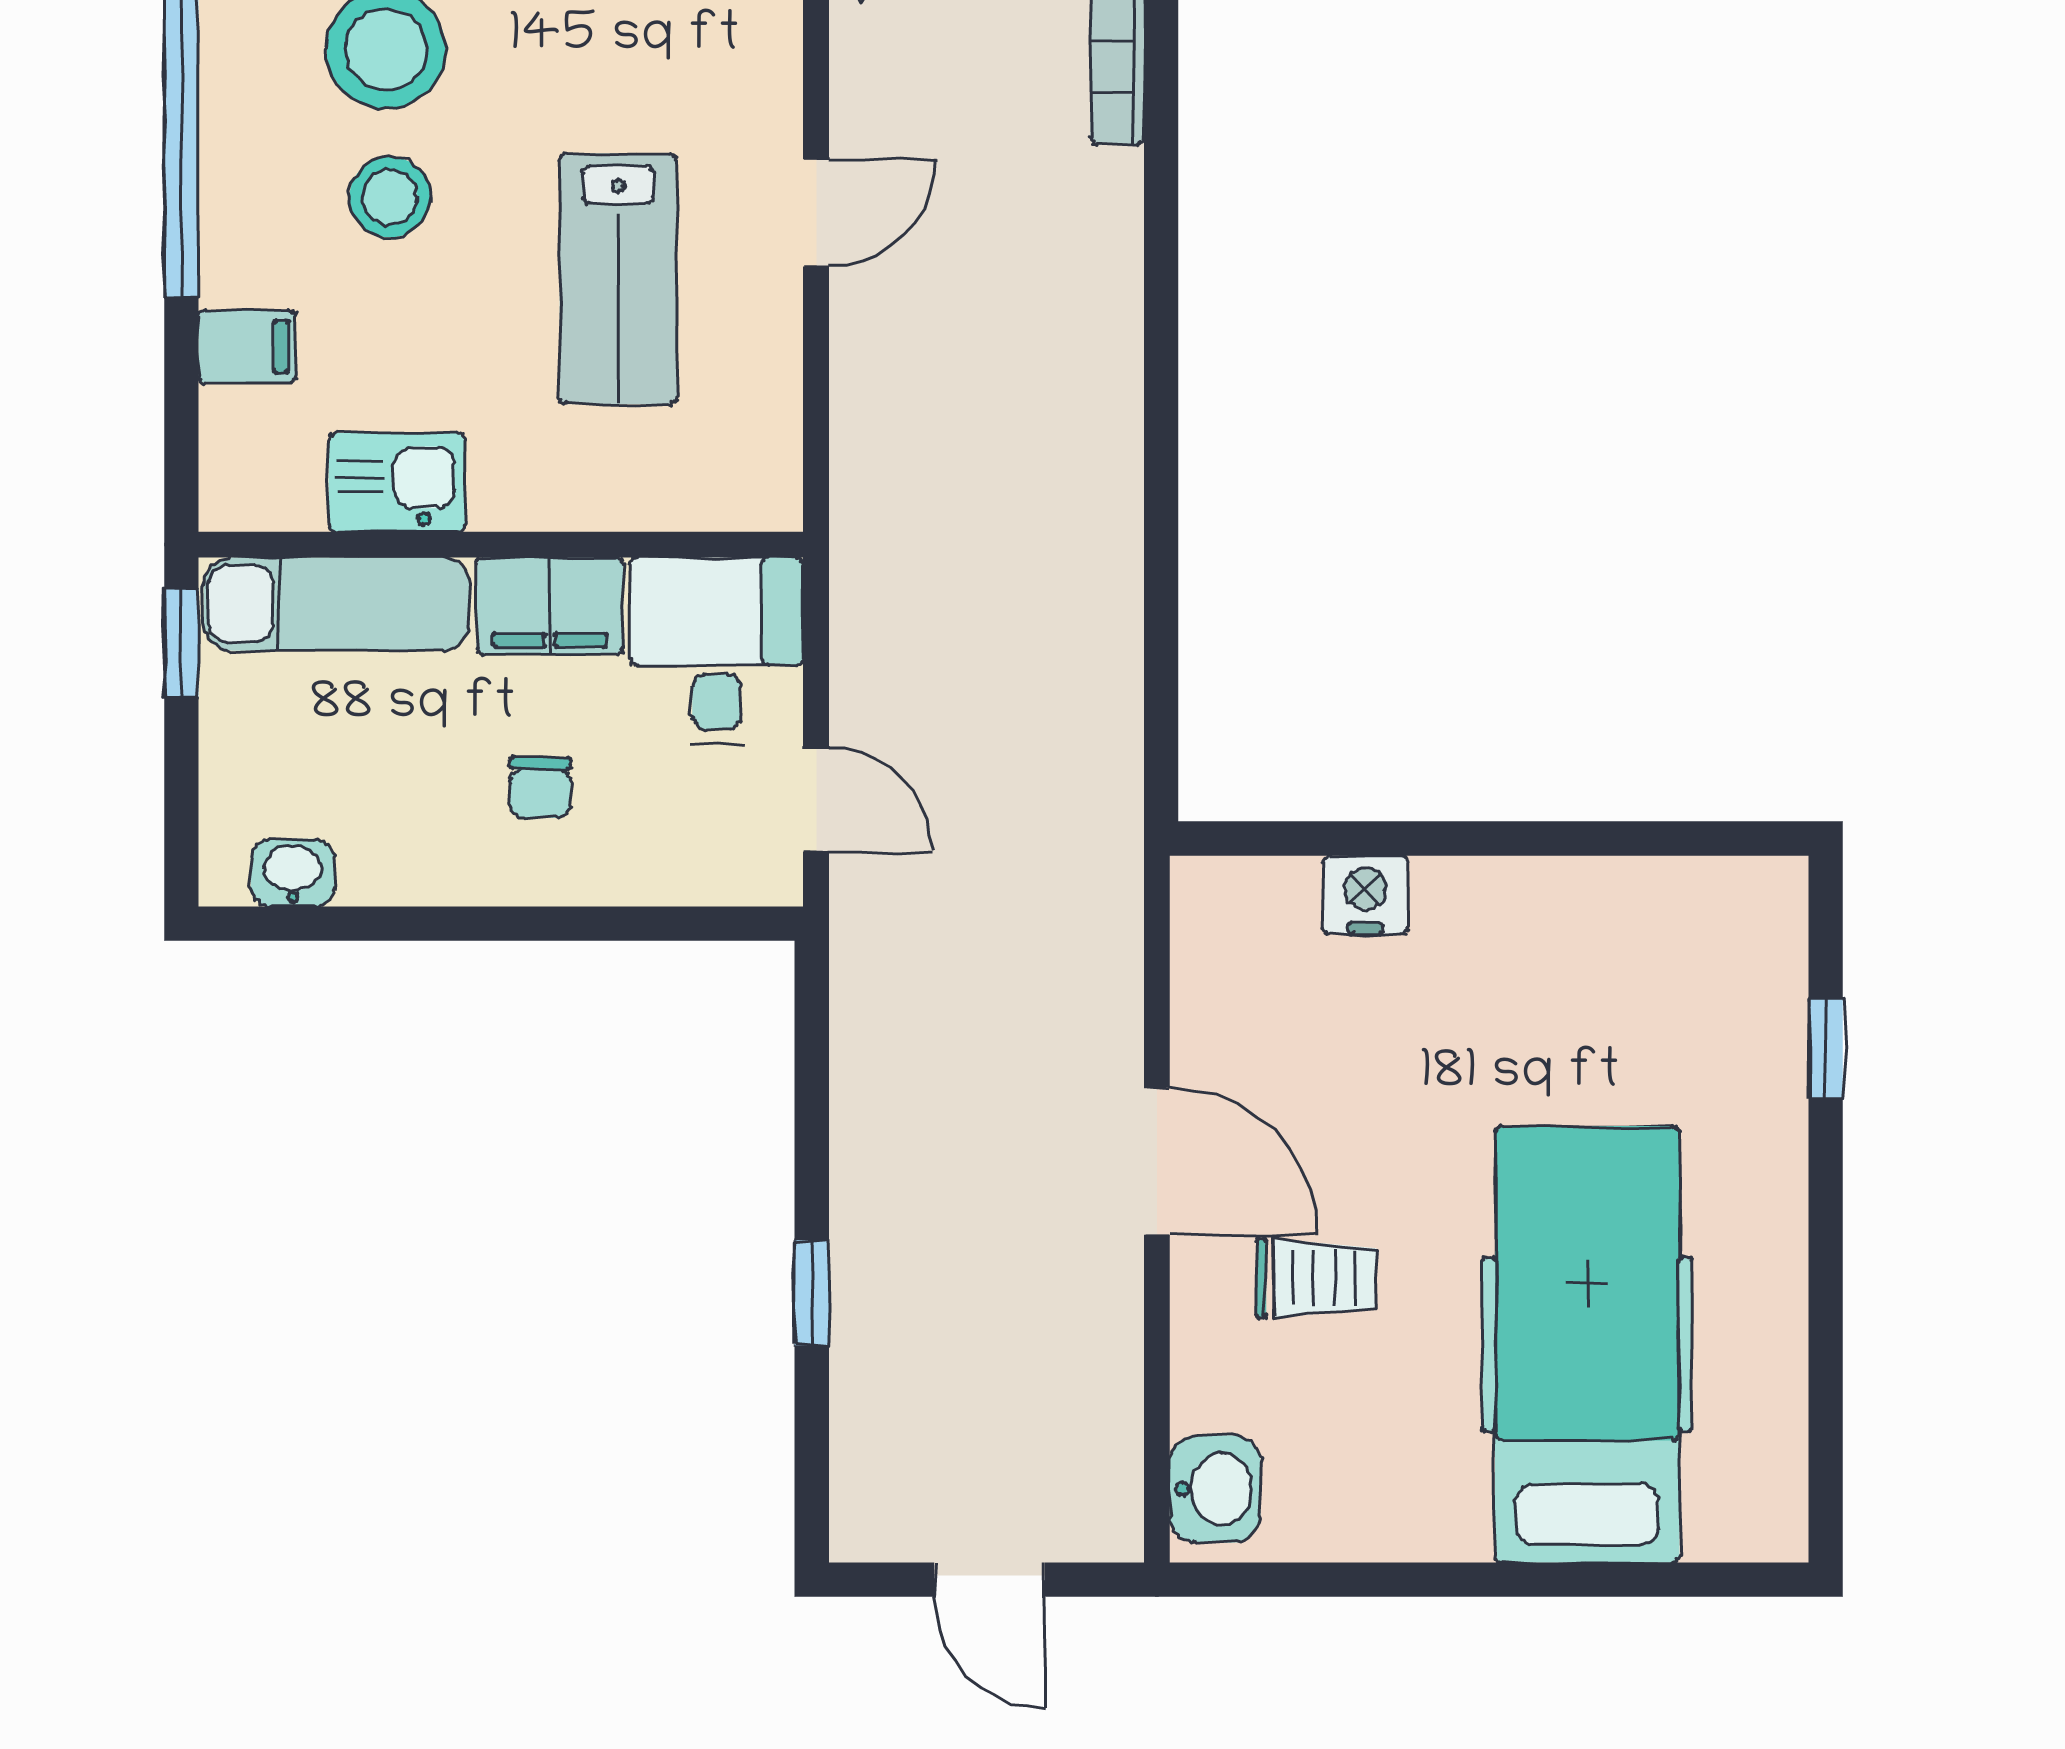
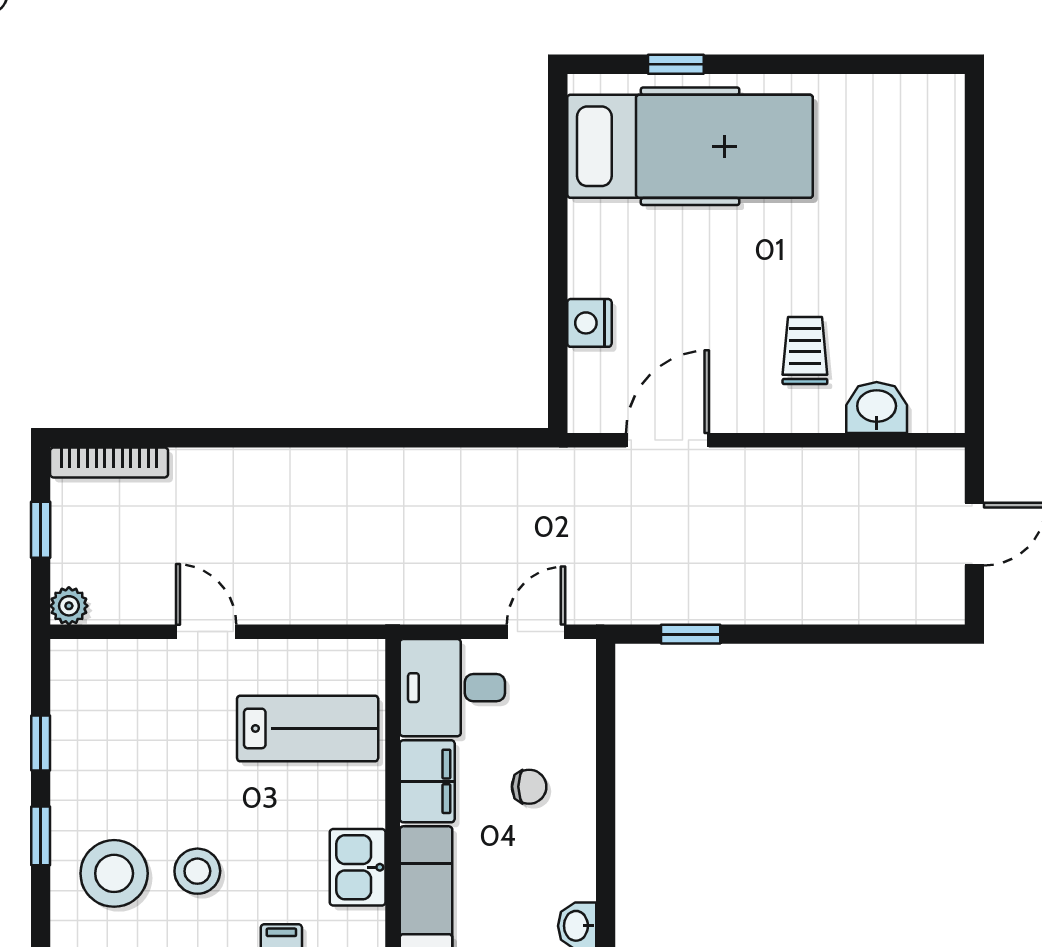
lab bench: (618, 279) -> (308, 728), moved
door: (1157, 1161) -> (668, 440), moved
window: (812, 1293) -> (691, 634), moved
hospital bed: (1587, 1344) -> (690, 146), moved, turned 180
washbasin: (1215, 1489) -> (877, 407), moved

